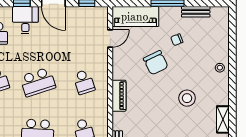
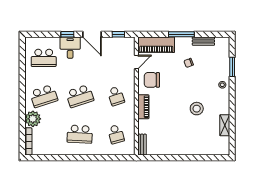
window: (232, 45) -> (232, 67), added
chair: (156, 63) -> (152, 80), moved, turned 116

